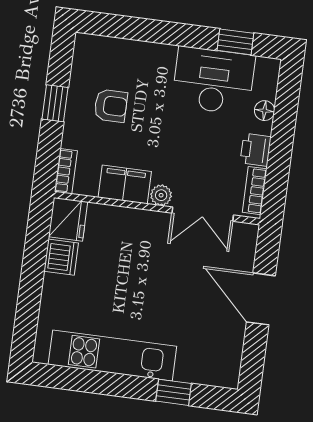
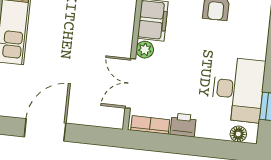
floor lamp: (265, 111) -> (238, 134), moved
door: (261, 299) -> (45, 130), moved

